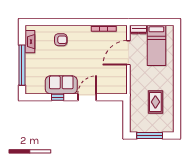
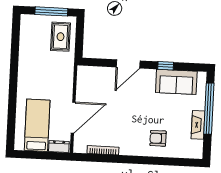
fireplace: (30, 42) -> (198, 125), moved
sofa: (61, 85) -> (176, 82), moved
rug: (155, 102) -> (60, 37), moved

